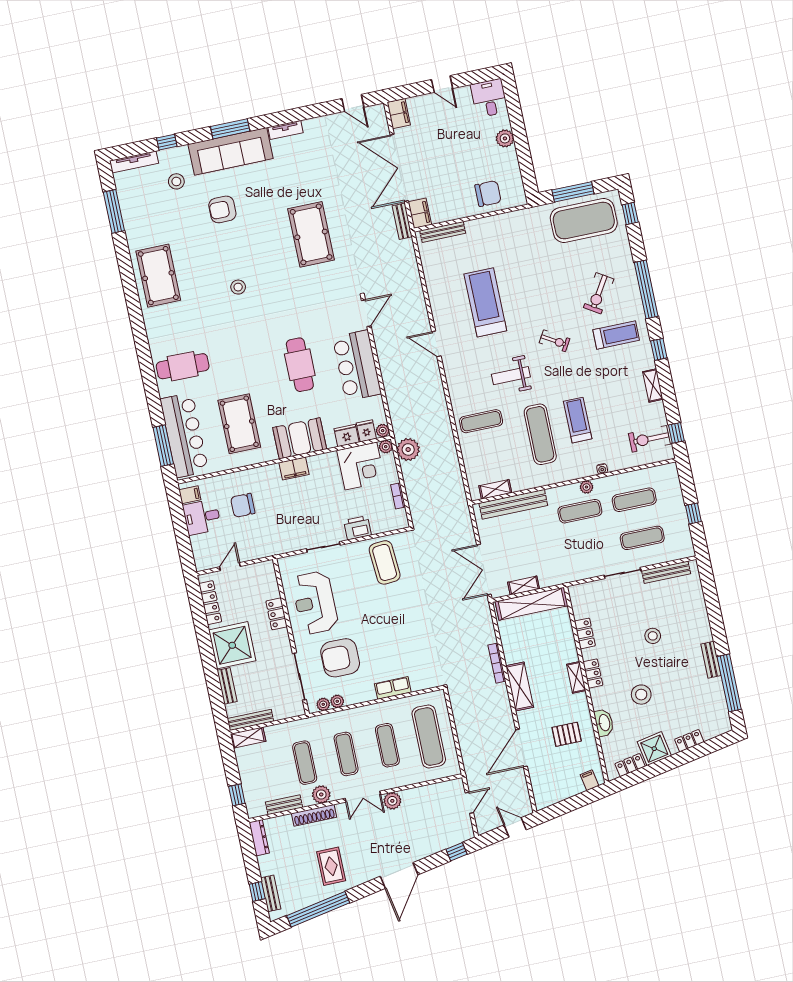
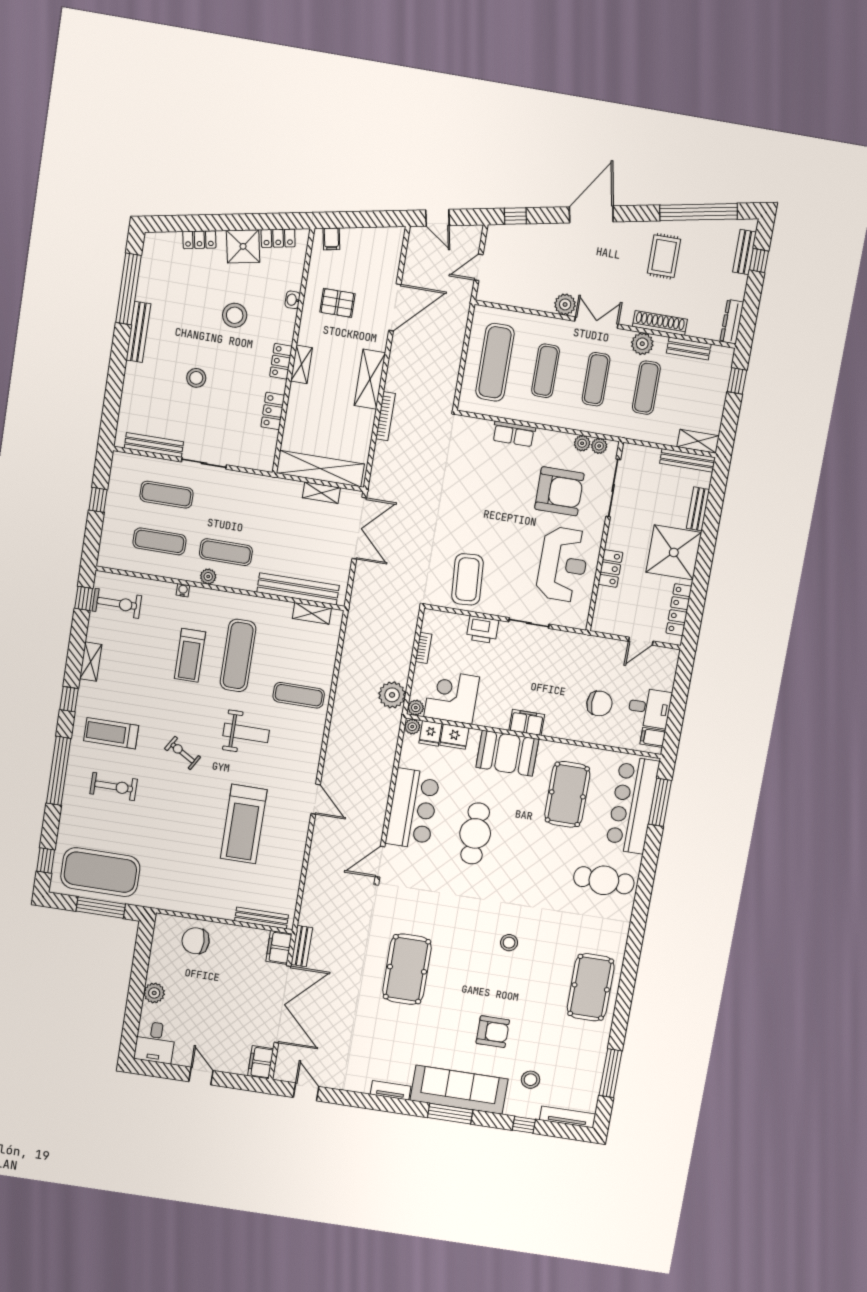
exercise bike: (599, 293) -> (114, 786), turned 58
bench: (711, 660) -> (138, 332), width x1.36
washbasin: (604, 723) -> (293, 300), width x0.52, depth x0.69

